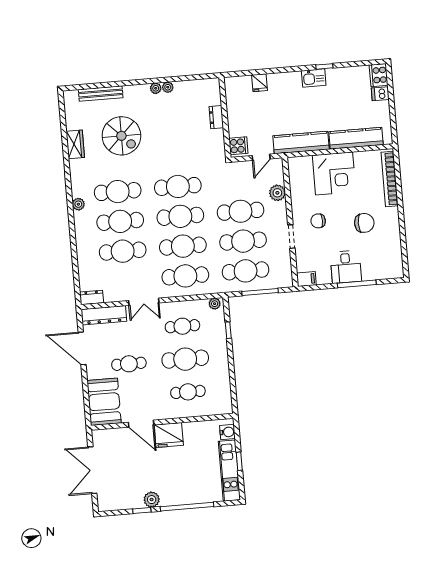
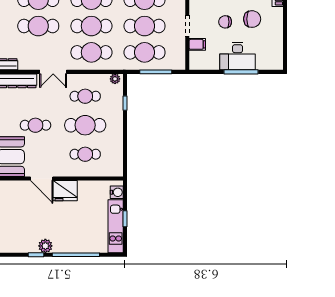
chair: (318, 221) -> (225, 22), moved
desk: (346, 267) -> (237, 56), width x1.37
filing cabinet: (306, 279) -> (197, 44), moved

